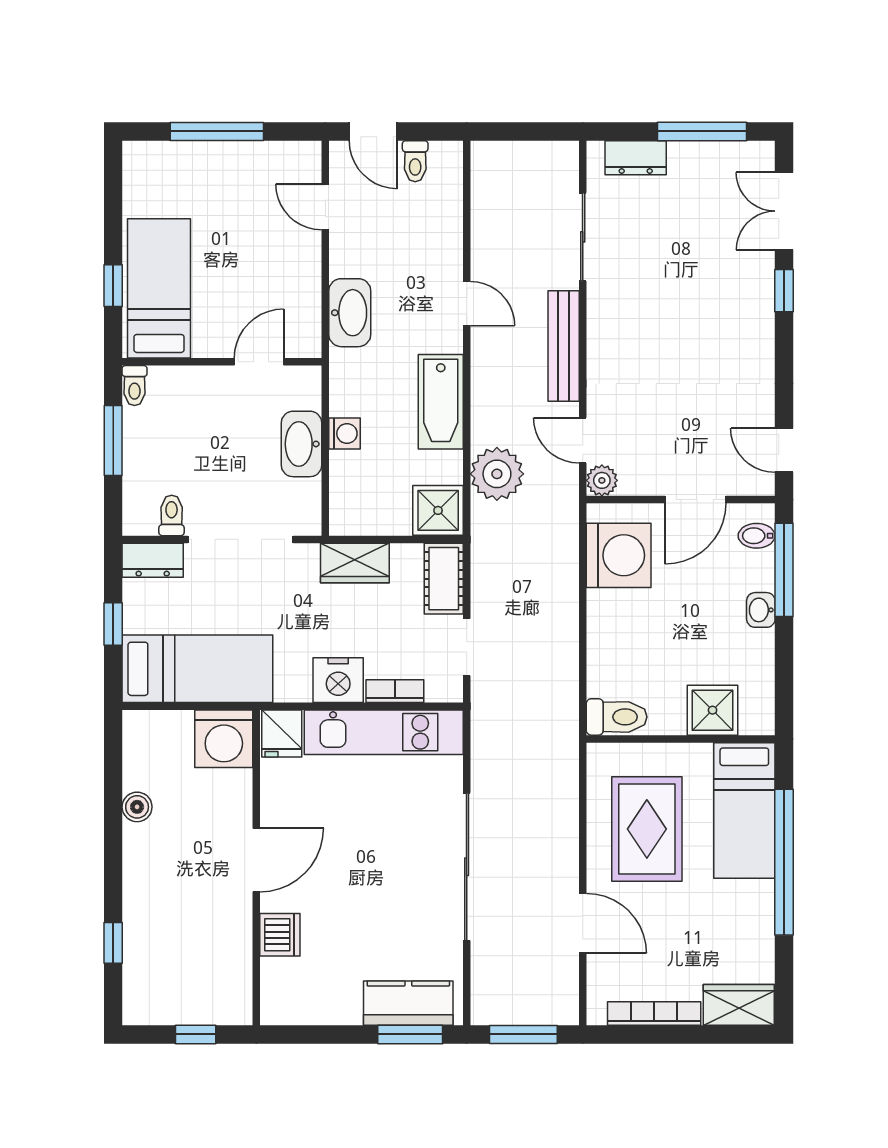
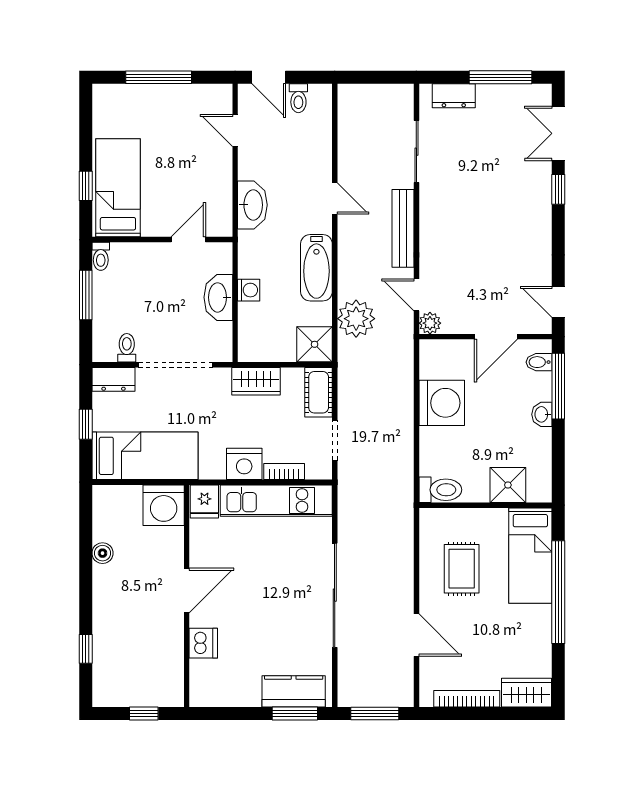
washing machine: (619, 555) -> (442, 403), moved
rug: (647, 829) -> (462, 569), width x0.73, depth x0.70

